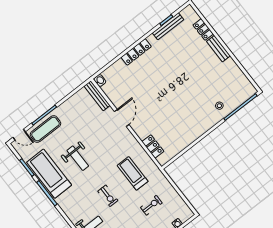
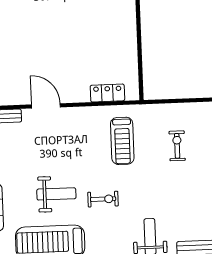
treadmill: (133, 173) -> (122, 141), turned -90
exercise bike: (108, 196) -> (103, 199), moved

